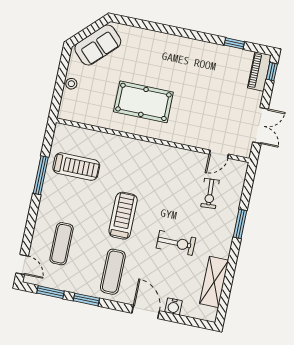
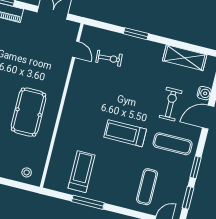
stool: (71, 84) -> (27, 172), moved
exercise bike: (176, 243) -> (171, 104), moved
exercise mat: (62, 244) -> (147, 187), turned 90

